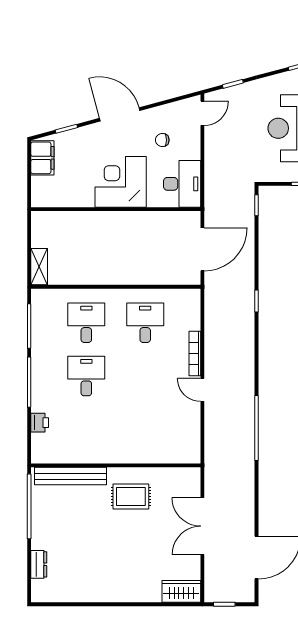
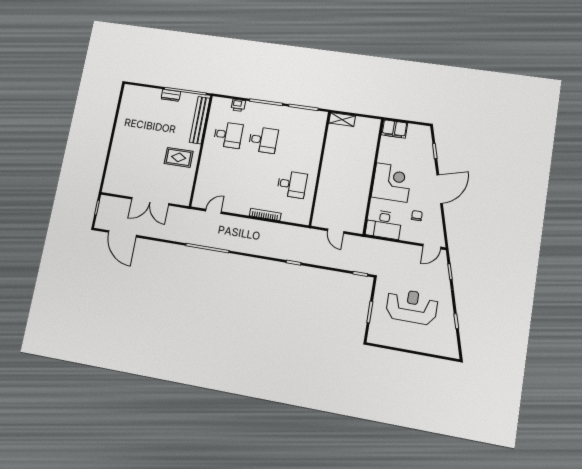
door: (202, 113) -> (432, 247), hinge flipped
filing cabinet: (42, 158) -> (394, 129), moved
door: (202, 249) -> (336, 231), width x0.53
desk: (86, 323) -> (228, 135), moved
door: (202, 390) -> (213, 211), moved
rug: (131, 497) -> (179, 157), turned 90
double door: (202, 526) -> (150, 201), swing flipped
dresser: (39, 564) -> (171, 95), moved
wardrobe: (181, 591) -> (111, 181), removed

